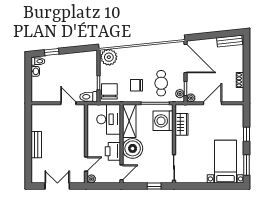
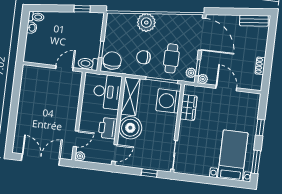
window: (52, 52) -> (82, 9), moved
plant: (109, 57) -> (146, 23), moved
door: (68, 103) -> (64, 68), hinge flipped
door: (213, 103) -> (226, 88), hinge flipped
bench: (36, 145) -> (23, 110), removed
double door: (57, 186) -> (41, 160), width x1.37

